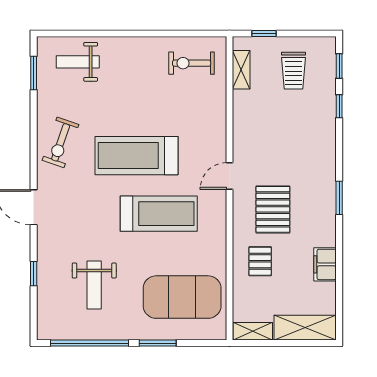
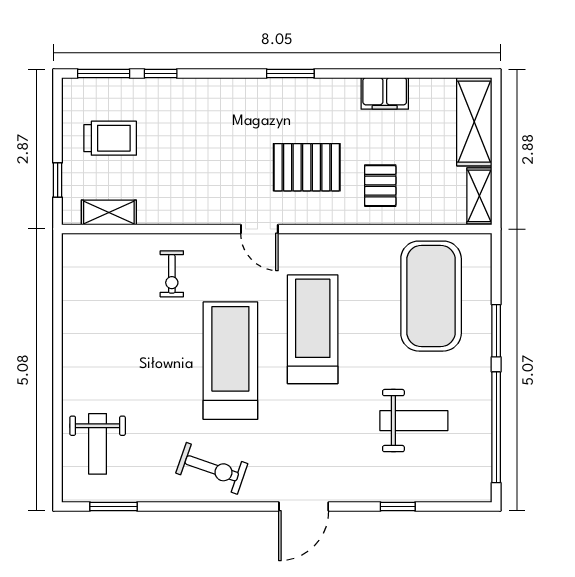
exercise bike: (192, 63) -> (172, 274), moved, width x0.73, depth x0.72
window: (339, 66) -> (104, 73), width x1.50
treadmill: (137, 156) -> (230, 361), turned 180
pallet: (260, 261) -> (380, 186), turned 90

